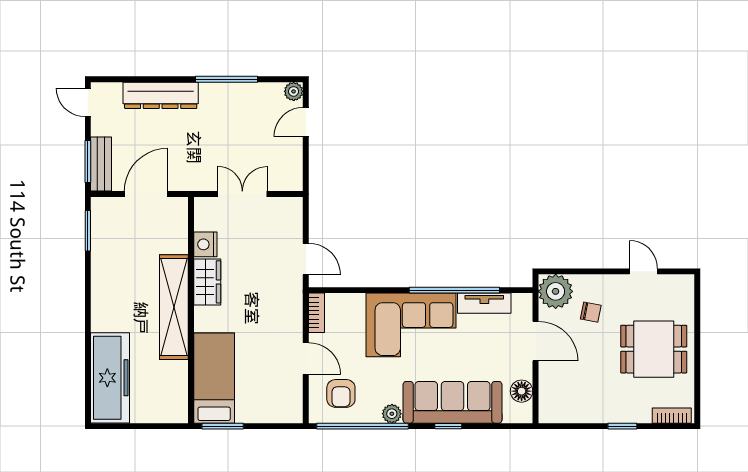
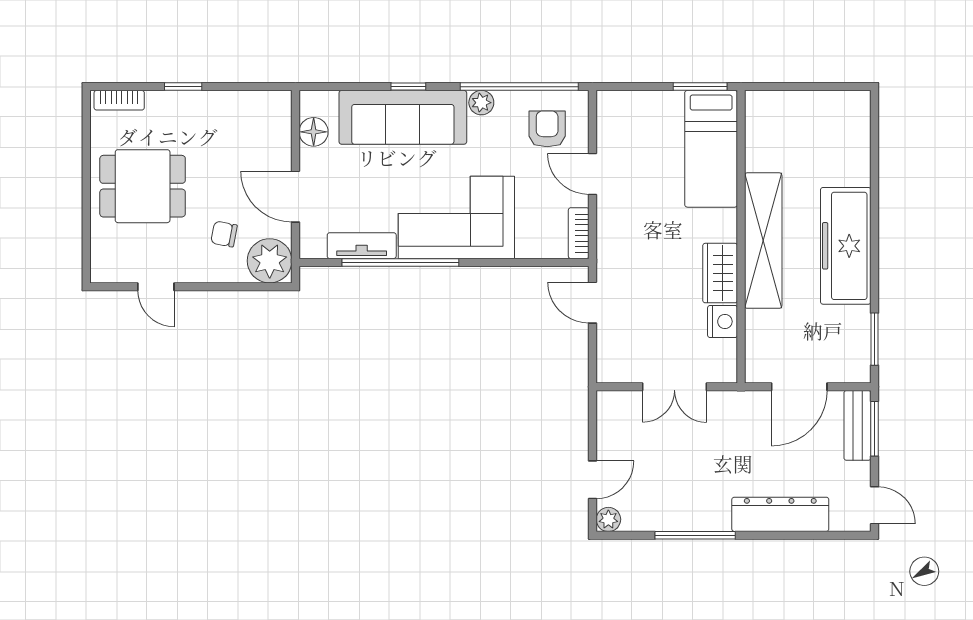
freezer: (110, 378) -> (846, 246), moved

